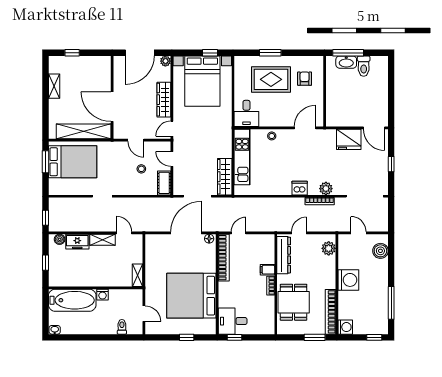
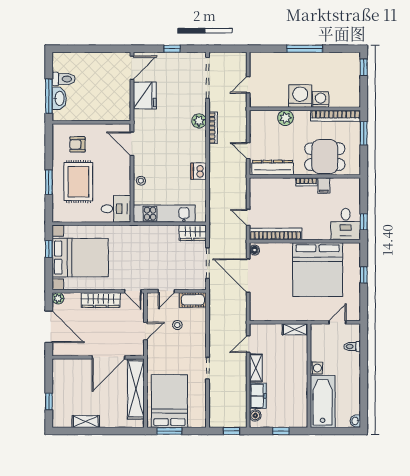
wardrobe: (225, 177) -> (193, 233), width x0.67
dishwasher: (300, 188) -> (199, 171), moved
plant: (329, 248) -> (285, 118), moved
boiler: (380, 251) -> (268, 60), removed
filing cabinet: (267, 270) -> (324, 186), moved
window: (391, 303) -> (305, 49), moved
washing machine: (345, 327) -> (321, 99), moved

